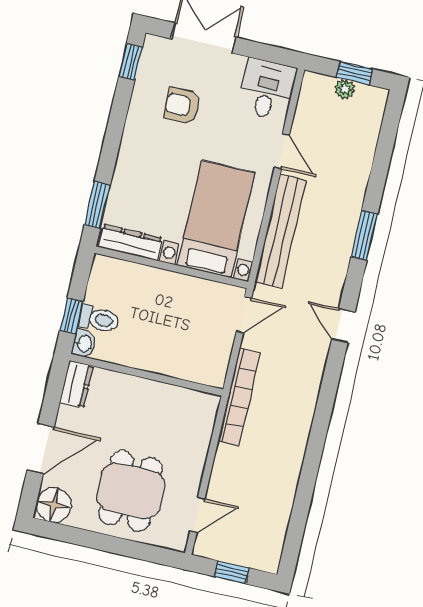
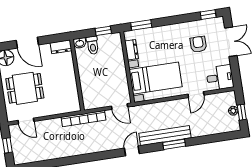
bench: (281, 231) -> (165, 136), moved
dresser: (130, 242) -> (132, 50), width x0.70
window: (72, 316) -> (103, 31), moved

